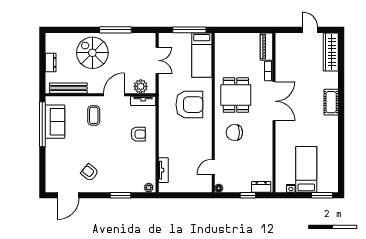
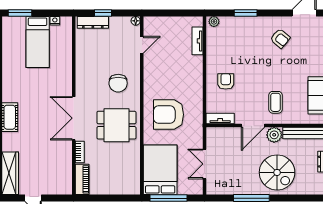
bed: (202, 55) -> (160, 170), width x1.50
plant: (141, 86) -> (274, 135), moved
dining table: (236, 95) -> (116, 125), turned 90
chair: (234, 133) -> (118, 83), turned 90
armchair: (138, 134) -> (226, 81), turned 90
dresser: (261, 187) -> (93, 22), width x1.44

